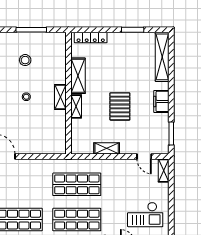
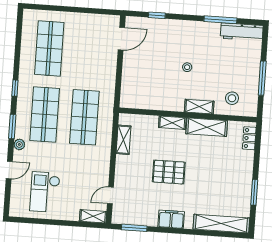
locker: (91, 38) -> (249, 138), width x0.66
stool: (25, 60) -> (232, 98), moved
shelving: (60, 97) -> (199, 107), moved
shelving: (107, 148) -> (123, 140), moved

